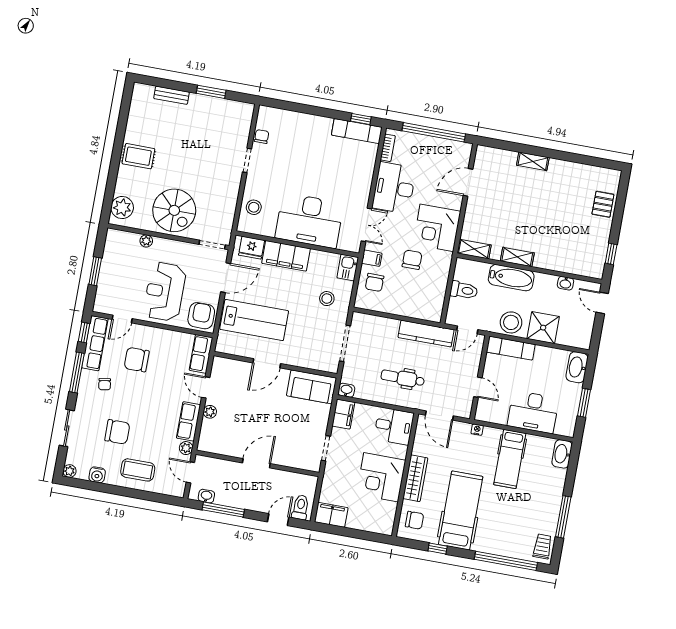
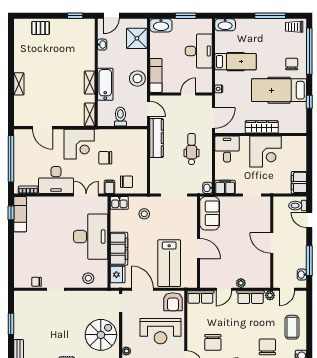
armchair: (201, 316) -> (173, 302), turned -90
lab bench: (254, 320) -> (169, 263), turned 180
shower: (543, 328) -> (137, 38), moved
dental chair: (403, 378) -> (192, 149), turned 180
chair: (415, 520) -> (292, 64), moved

